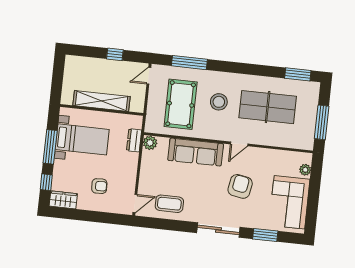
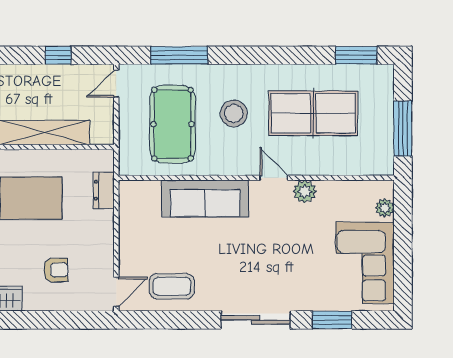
plant: (150, 143) -> (305, 191), moved
door: (239, 144) -> (274, 178), swing flipped
armchair: (240, 186) -> (283, 246), removed

